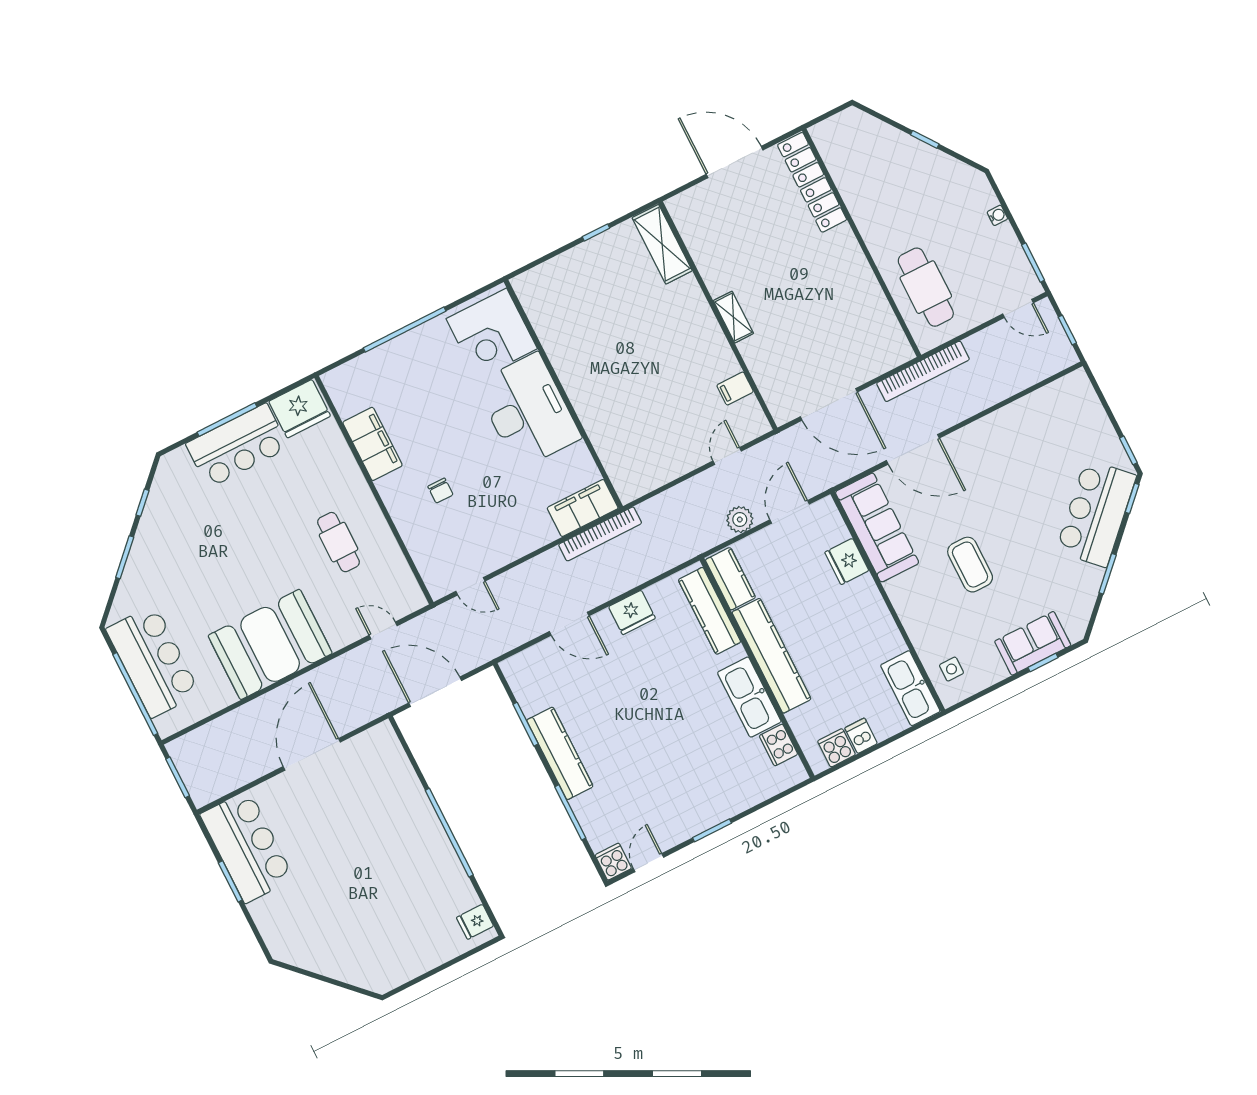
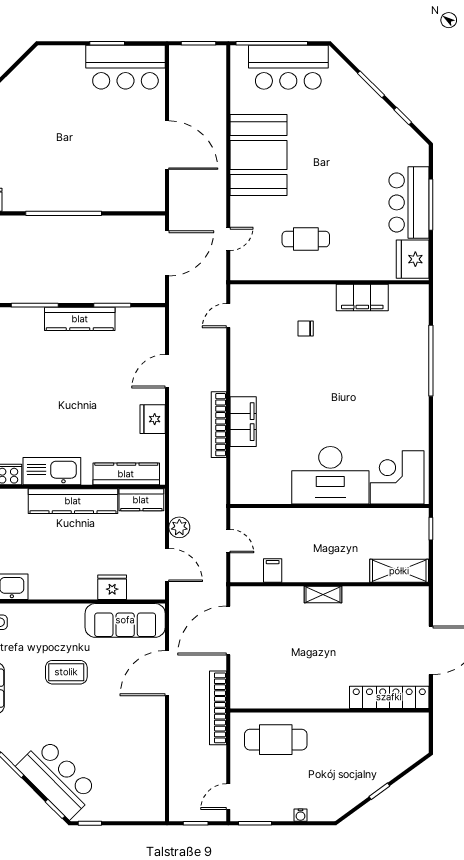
corner desk: (492, 334) -> (397, 477), moved
wall: (563, 394) -> (330, 506), moved
desk: (528, 411) -> (330, 475), moved

